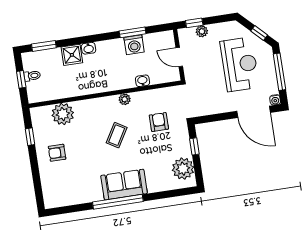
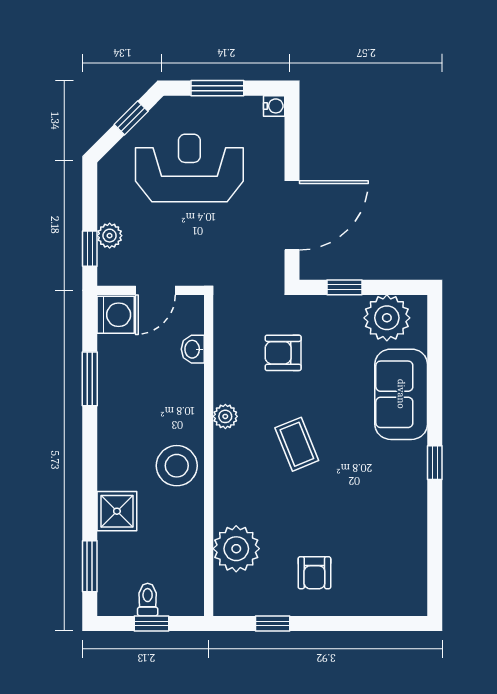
washing machine: (134, 45) -> (116, 315), moved
washbasin: (89, 48) -> (109, 475), removed
window: (279, 72) -> (217, 88), width x0.69
stool: (98, 80) -> (177, 466), added
washbasin: (142, 81) -> (193, 349), moved
door: (254, 112) -> (292, 215), moved
coffee table: (117, 135) -> (297, 444), turned 37
sofa: (124, 185) -> (401, 394), moved
window: (118, 202) -> (435, 463), width x0.32

